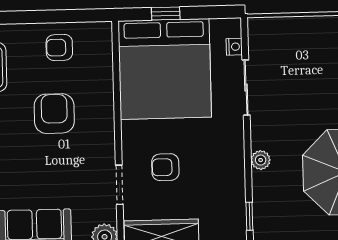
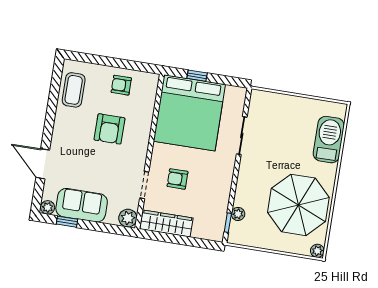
nightstand: (234, 47) -> (239, 107), removed
armchair: (54, 114) -> (109, 129), turned 180
plant: (261, 160) -> (238, 214), moved

